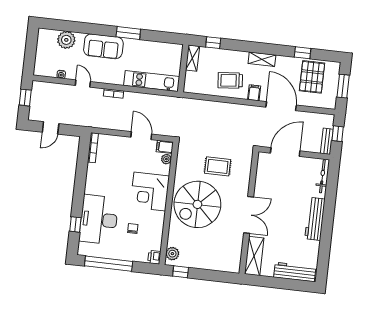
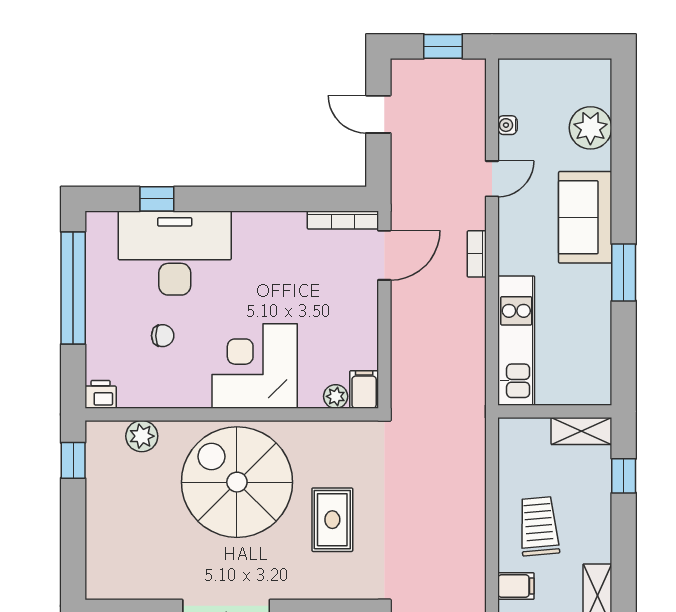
door: (141, 136) -> (384, 255), moved
plant: (172, 254) -> (142, 436), moved

